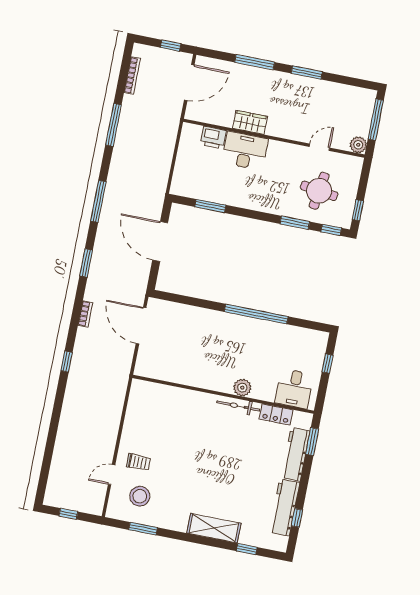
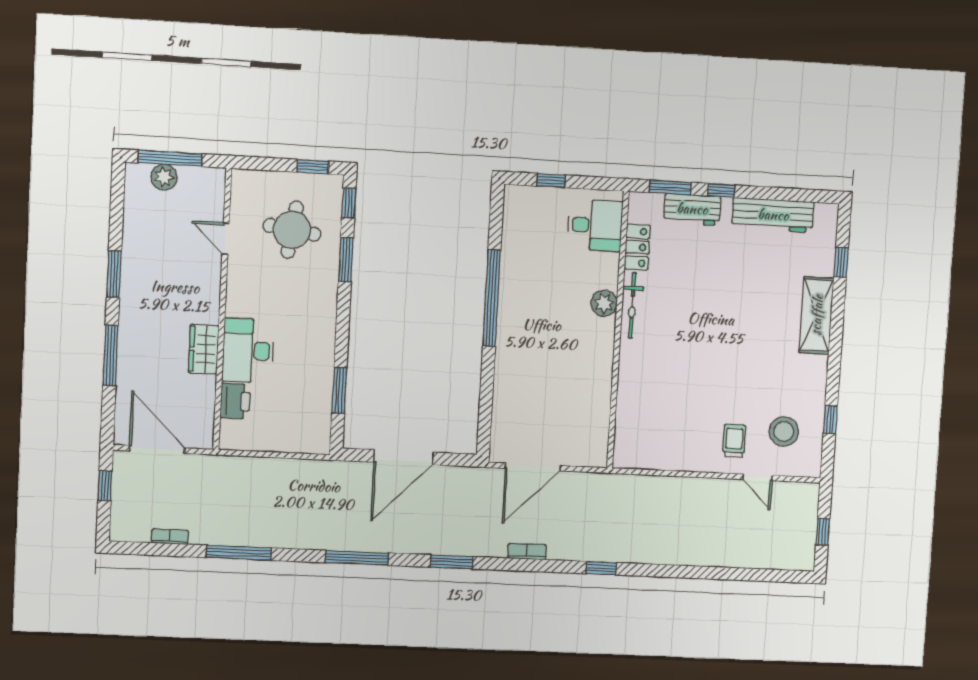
bookcase: (132, 75) -> (170, 537), width x0.64
plant: (358, 145) -> (164, 177), moved
workbench: (296, 454) -> (692, 209), width x0.73
window: (297, 518) -> (721, 190), moved
window: (143, 529) -> (830, 420), width x0.67

